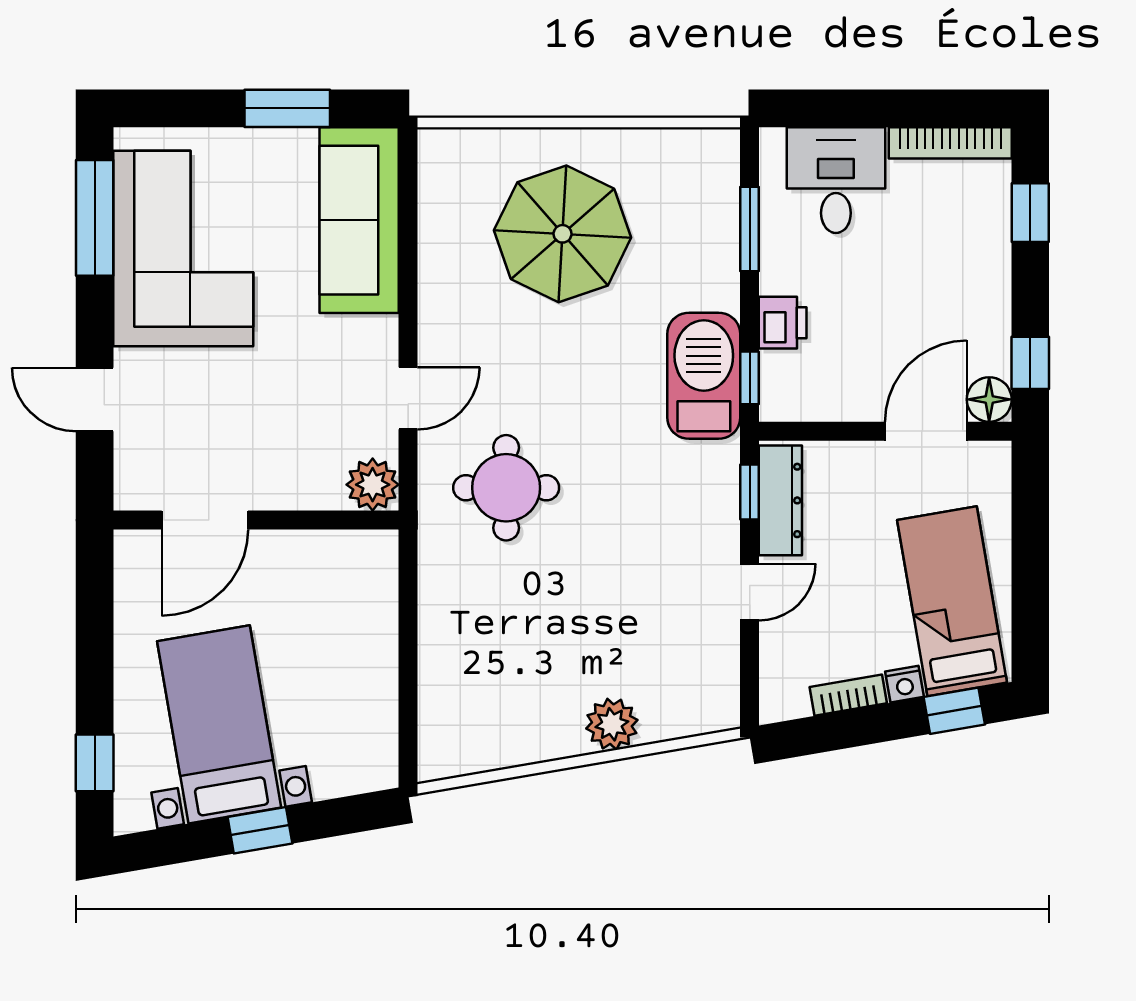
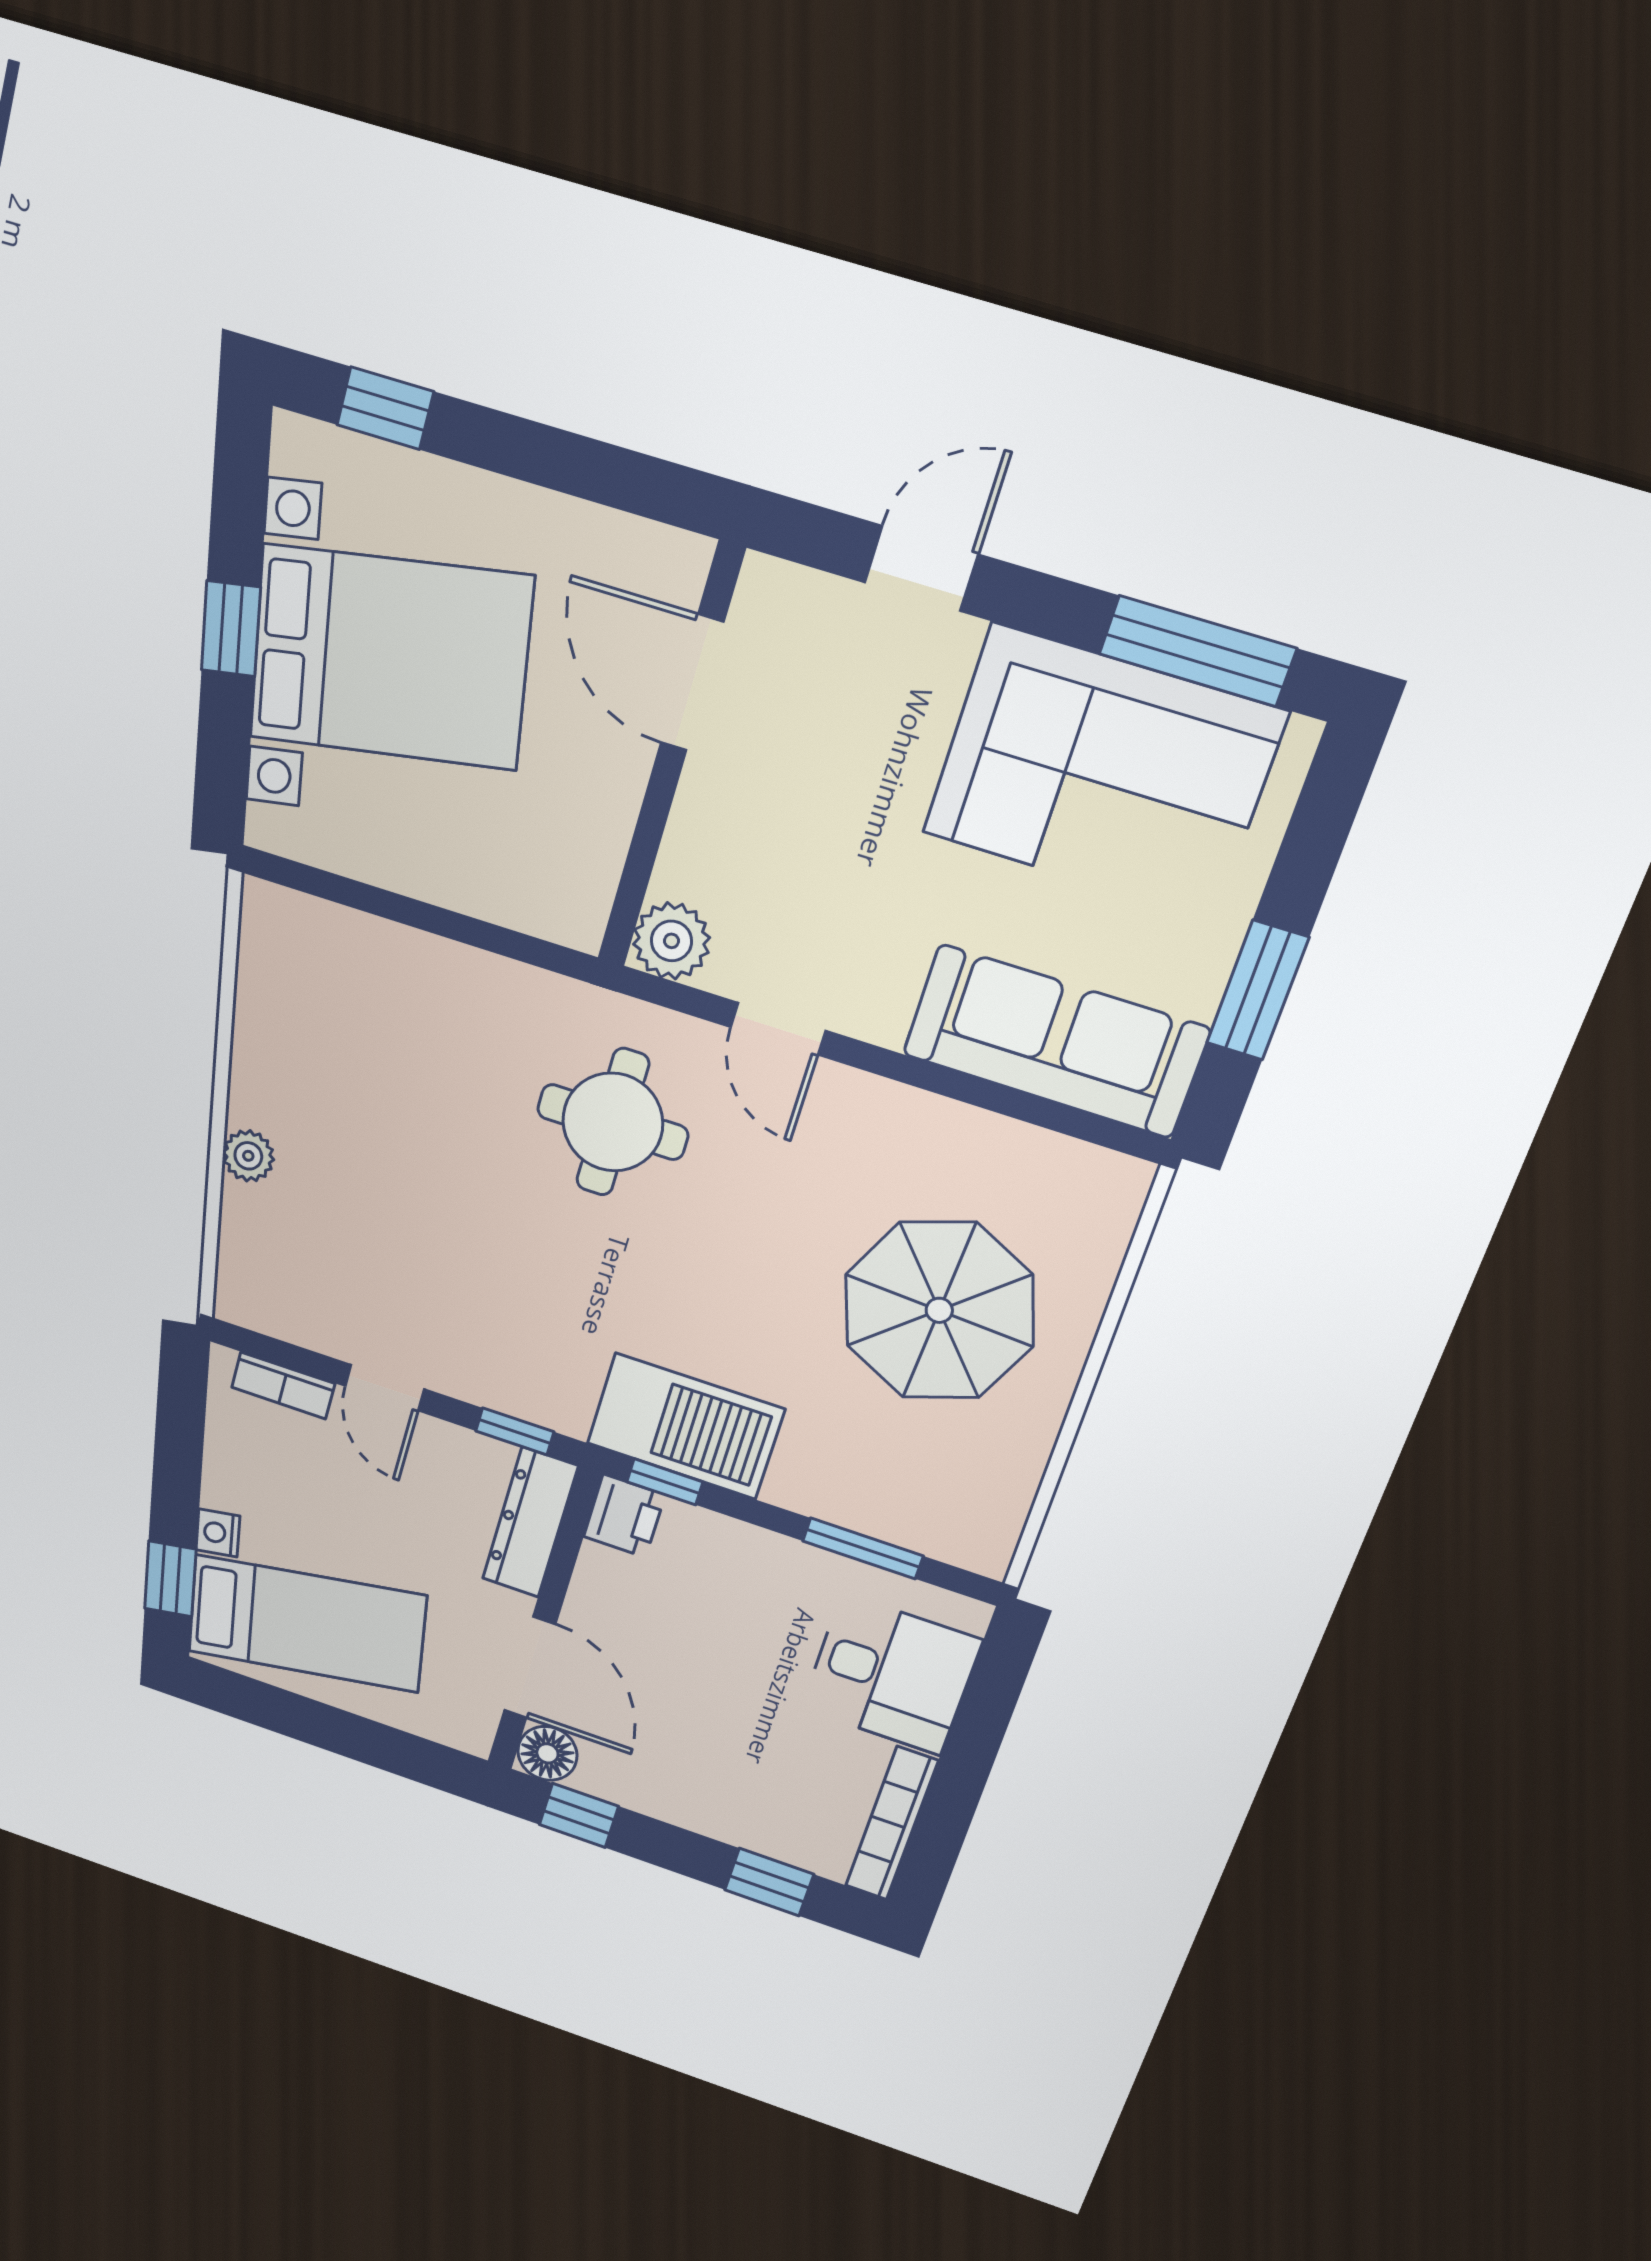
printer: (783, 323) -> (624, 1516), moved, turned -90
dresser: (780, 500) -> (530, 1522), moved, turned 90
bookcase: (848, 695) -> (283, 1385), moved, turned 100
bed with nightstands: (219, 724) -> (390, 657), width x1.36
plant: (612, 724) -> (248, 1156), width x0.73, depth x0.73

